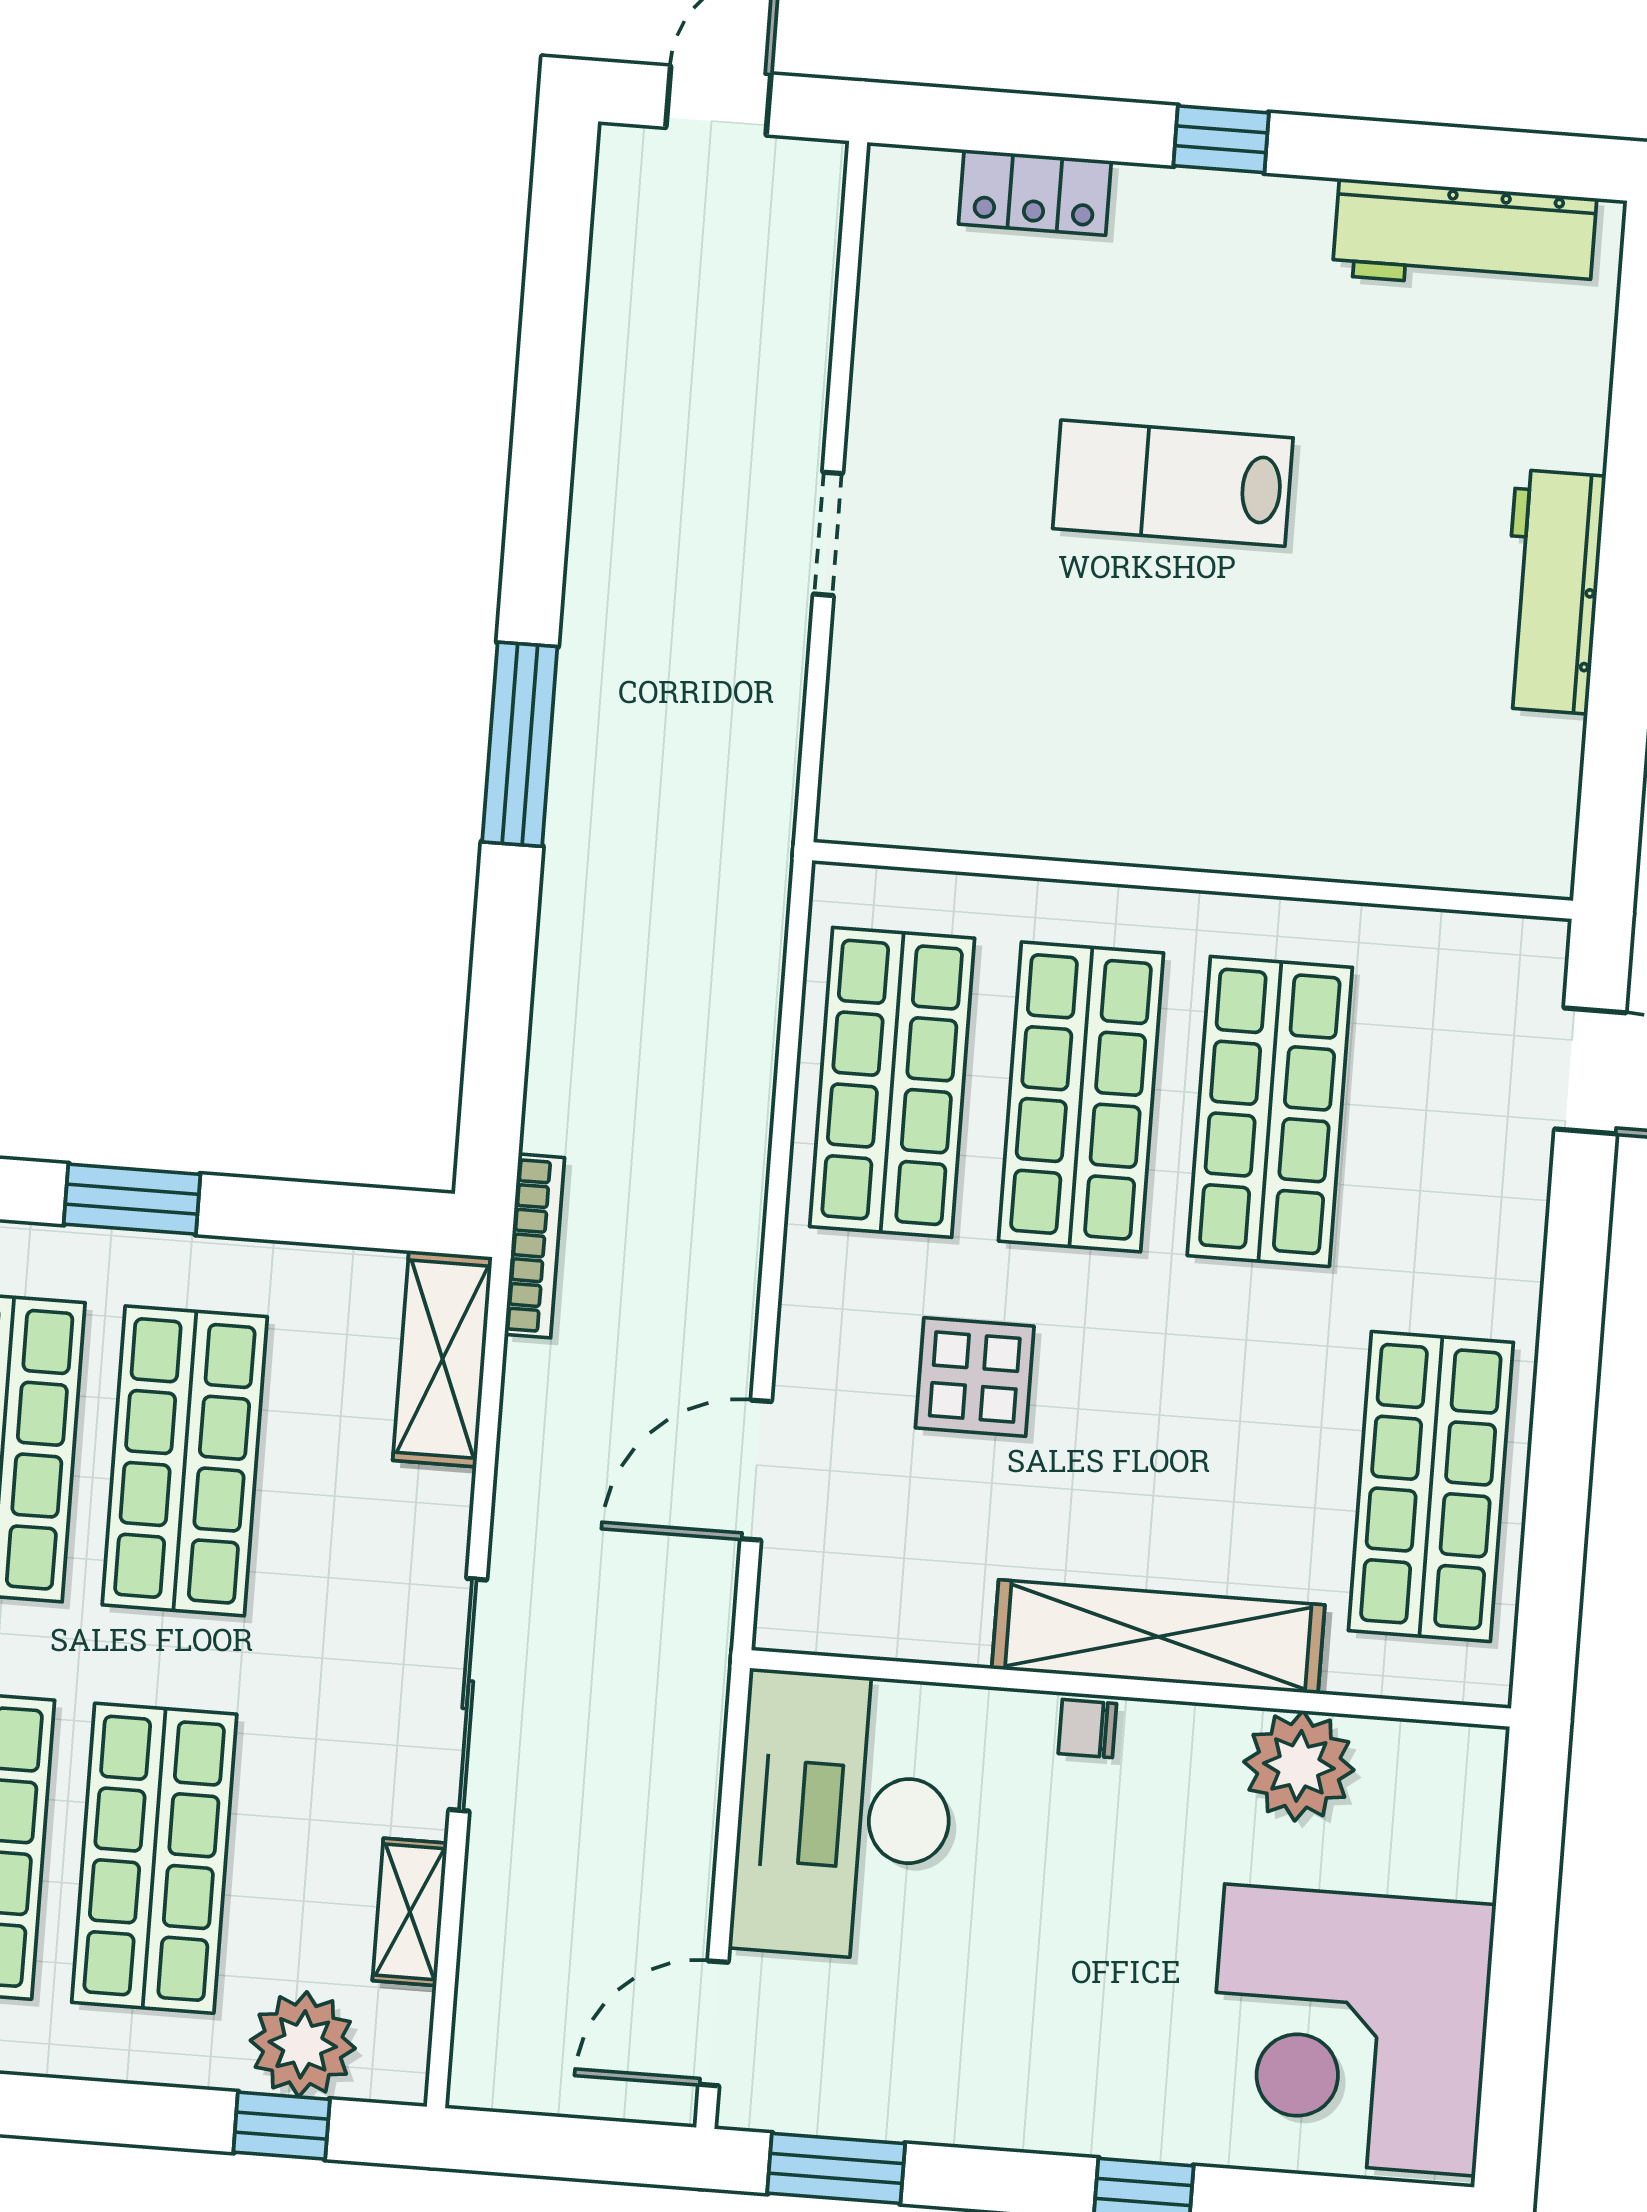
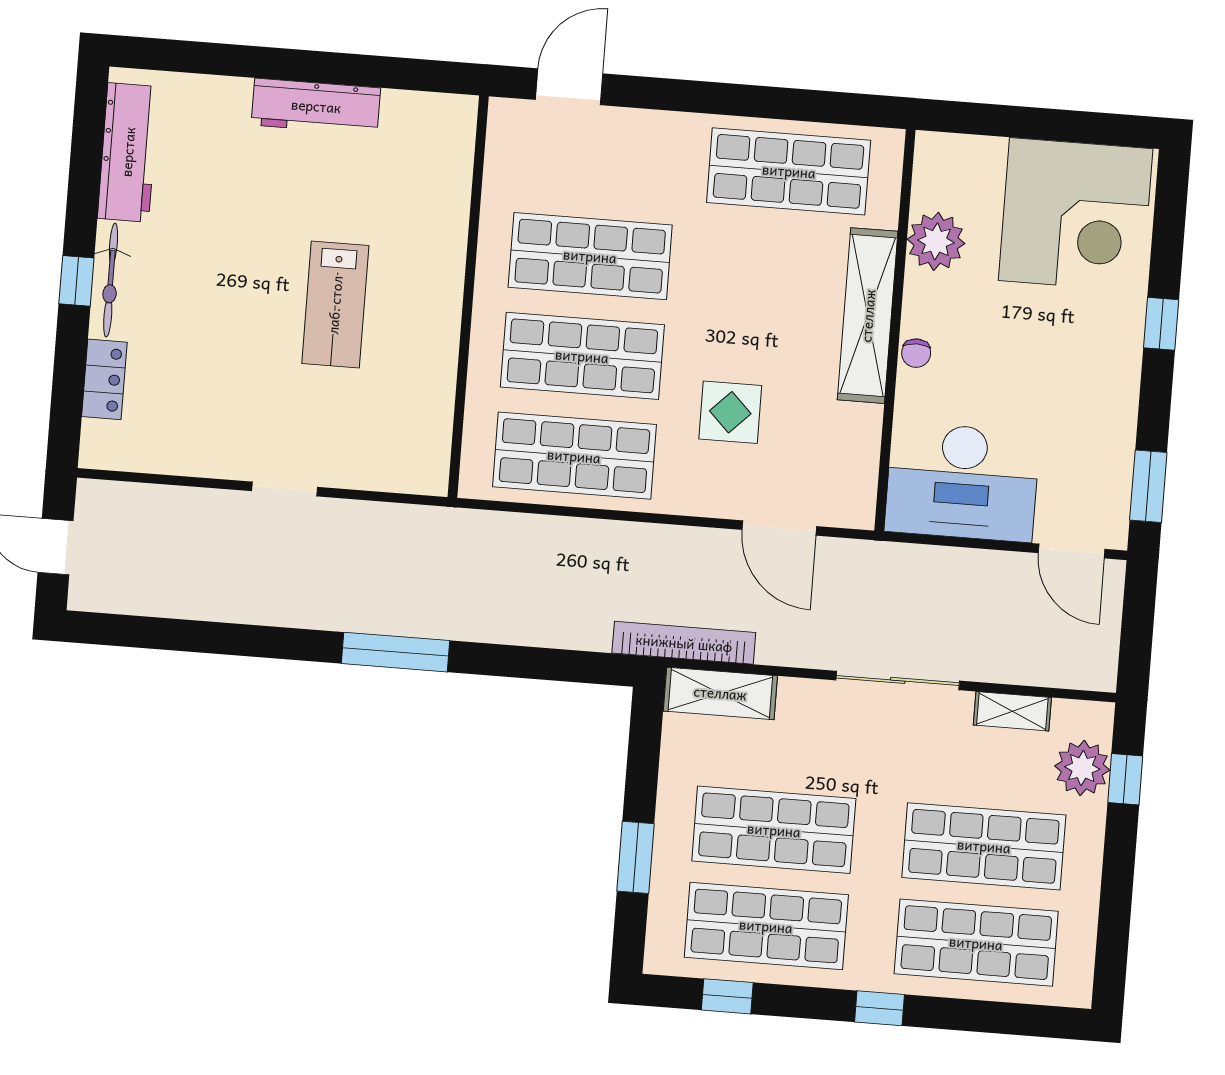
bicycle: (1223, 204) -> (111, 280), added
lab bench: (1173, 483) -> (335, 305), moved
bookcase: (535, 1246) -> (684, 643), width x1.48, depth x1.31

